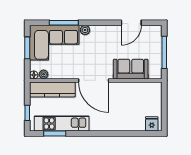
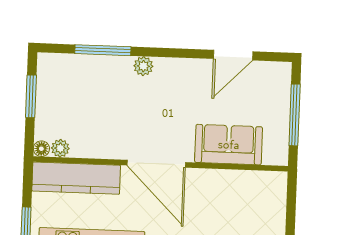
corner sofa: (54, 43) -> (83, 88), removed

